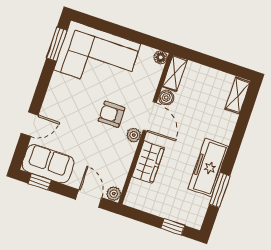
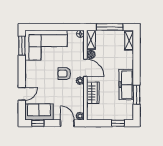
window: (213, 63) -> (110, 27), added

